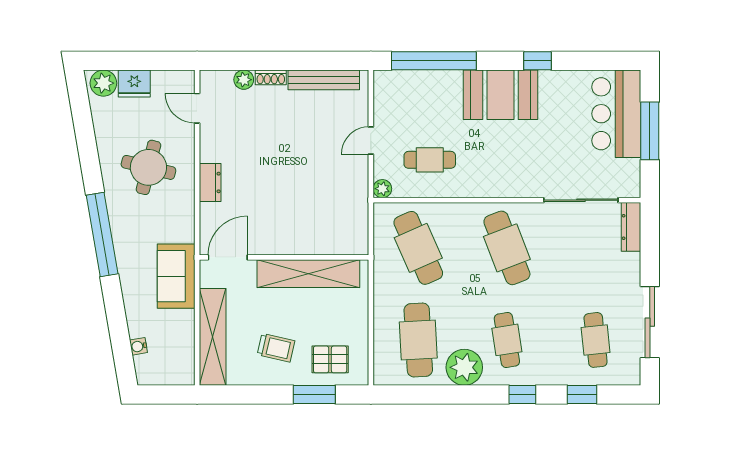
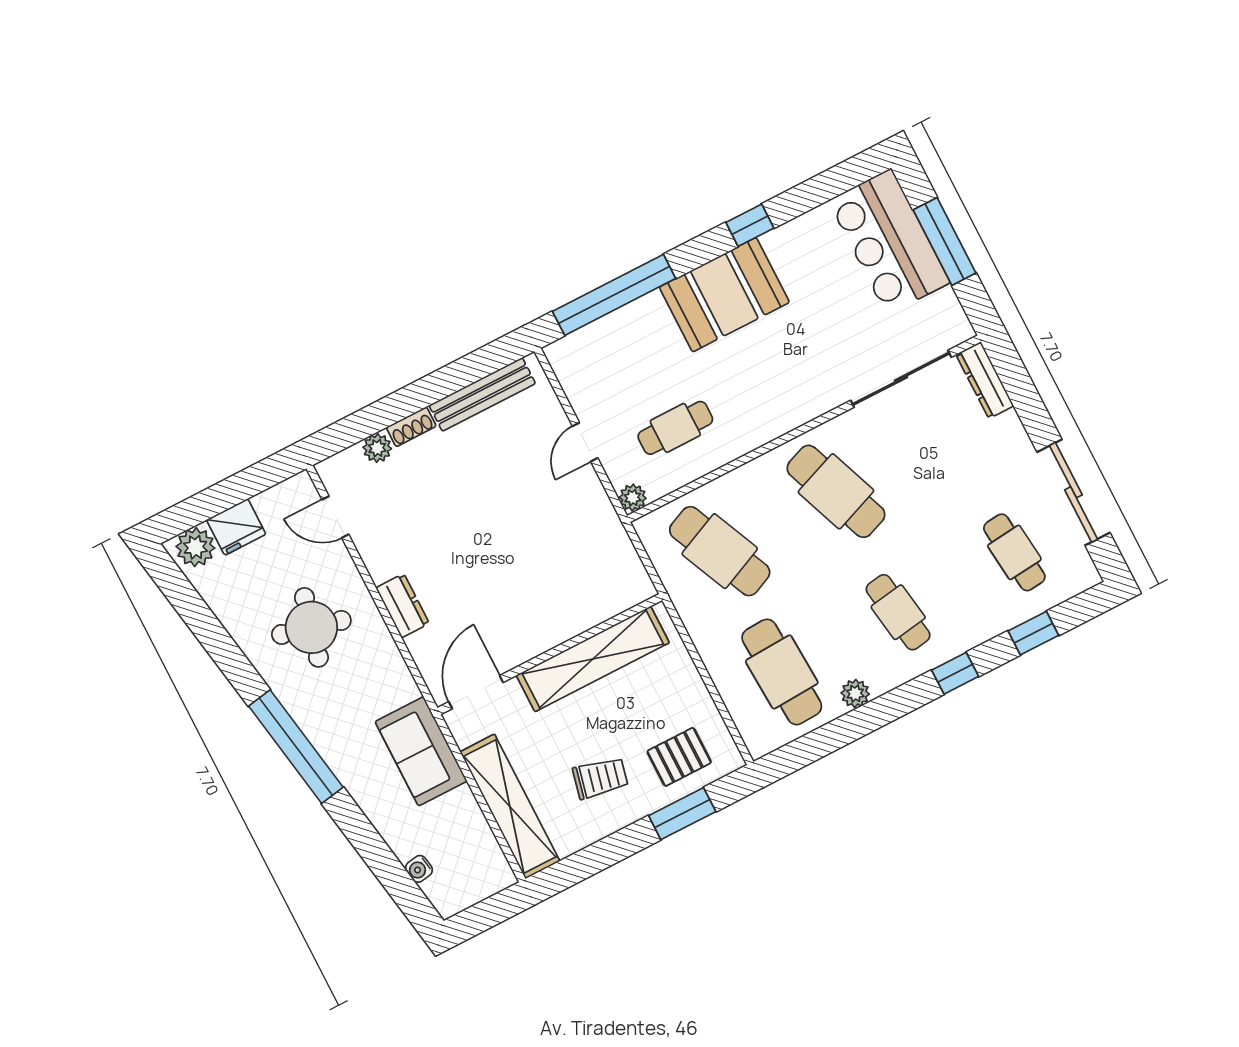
plant: (464, 367) -> (855, 693), width x0.53, depth x0.53

